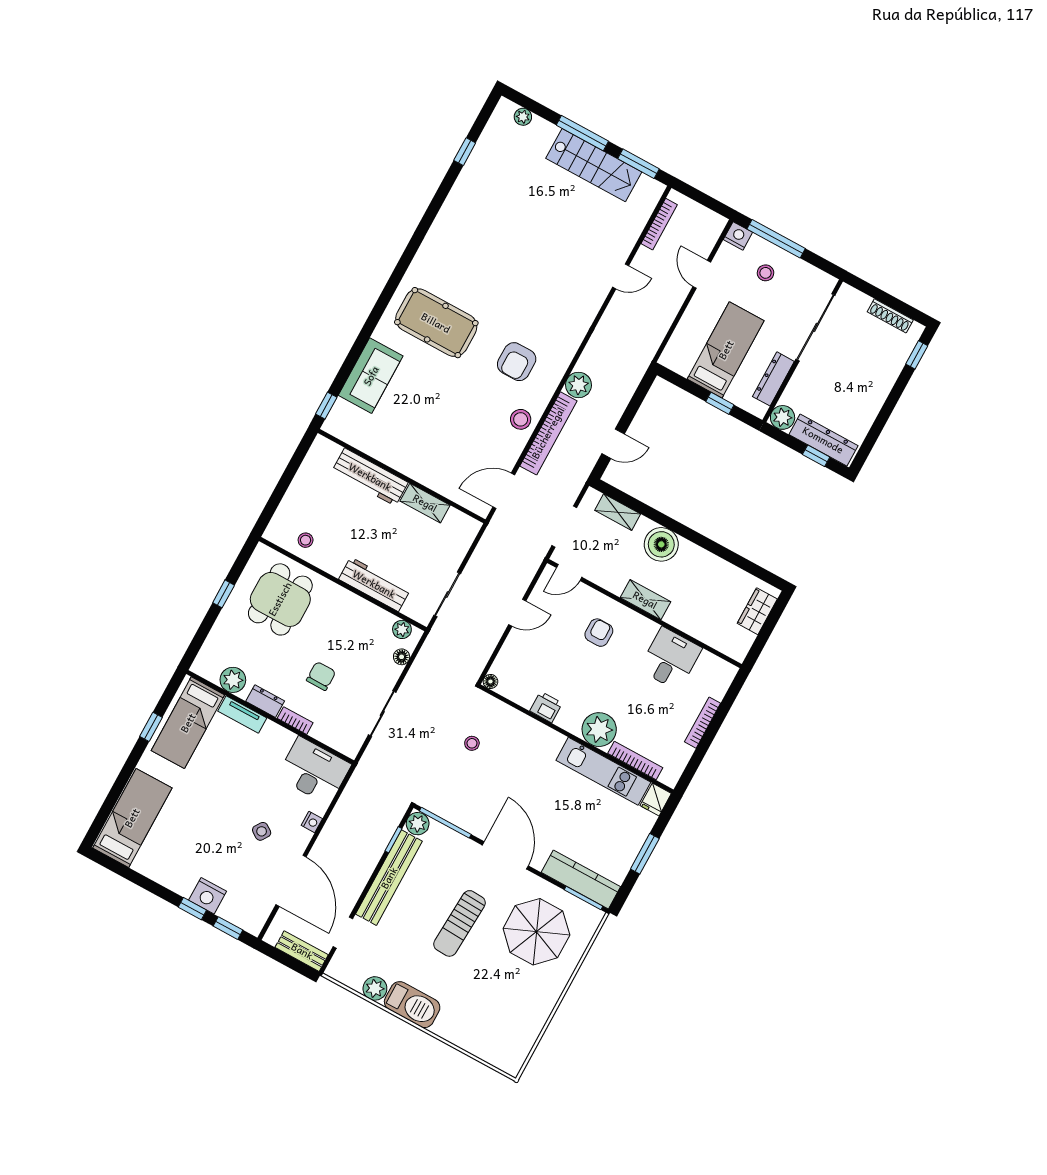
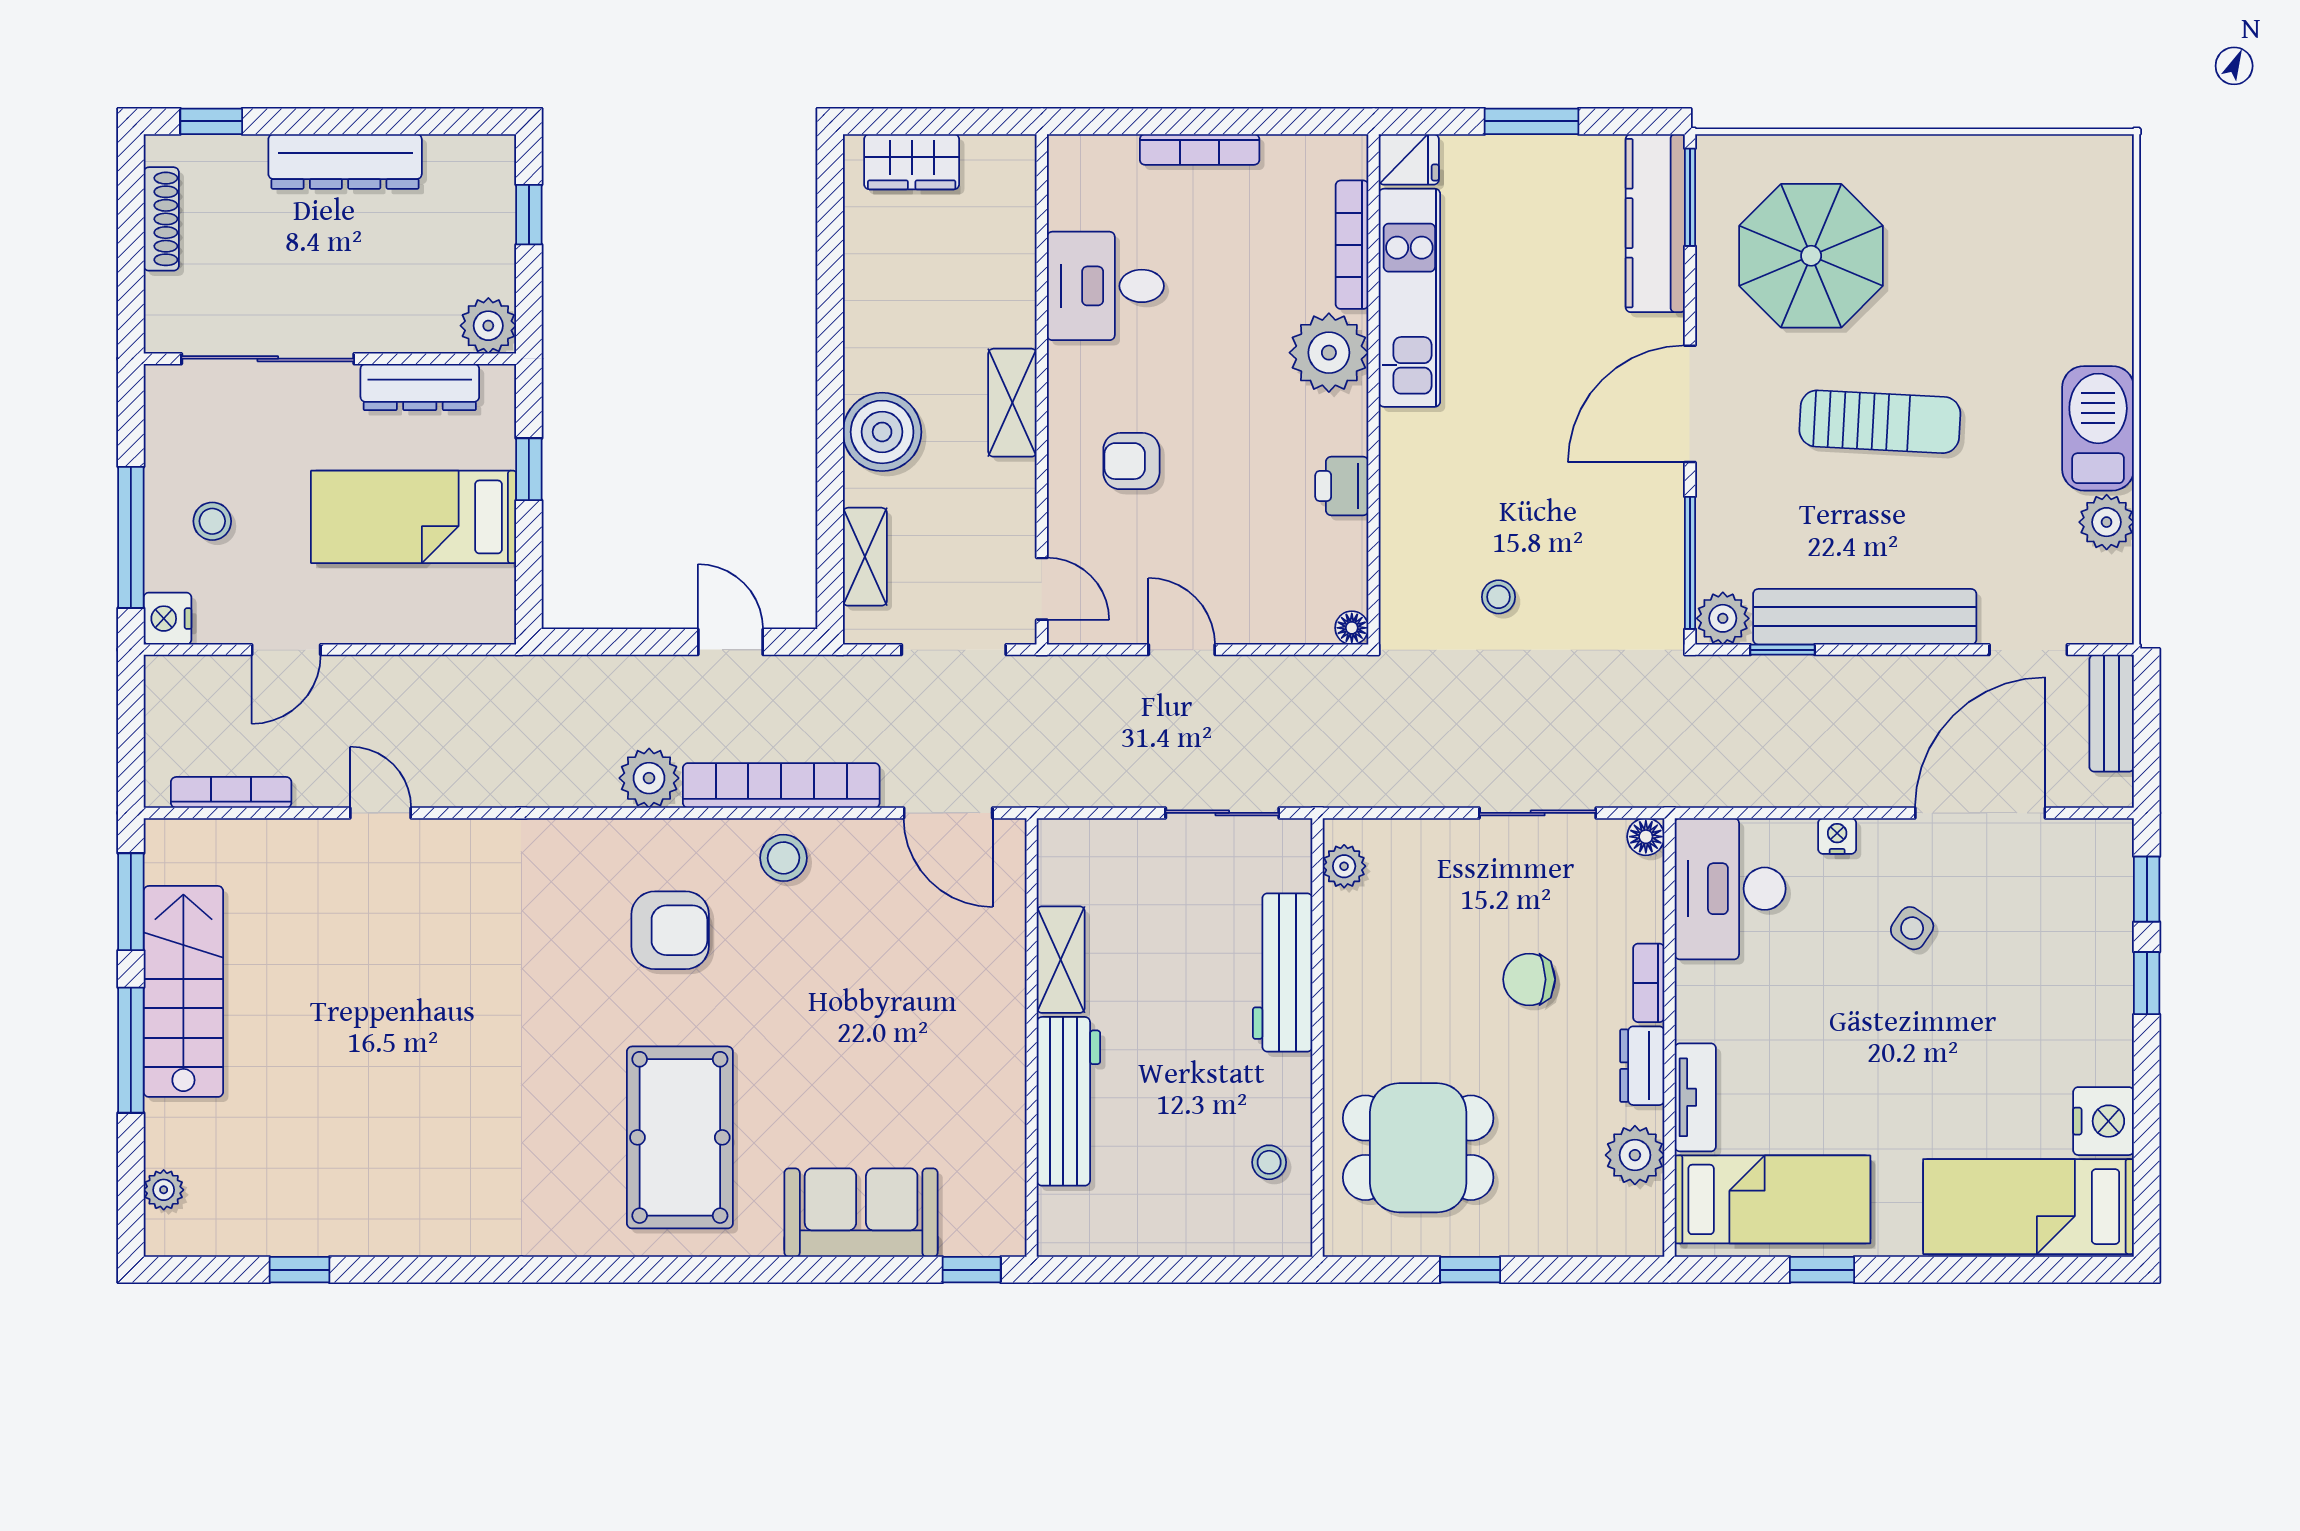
dresser: (823, 440) -> (345, 162), moved, turned -90
floor lamp: (402, 657) -> (1646, 837), moved
nightstand: (208, 896) -> (2104, 1121), moved

